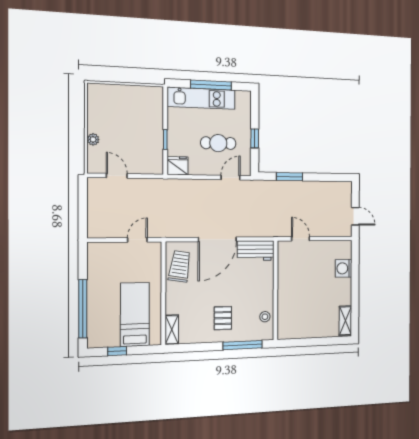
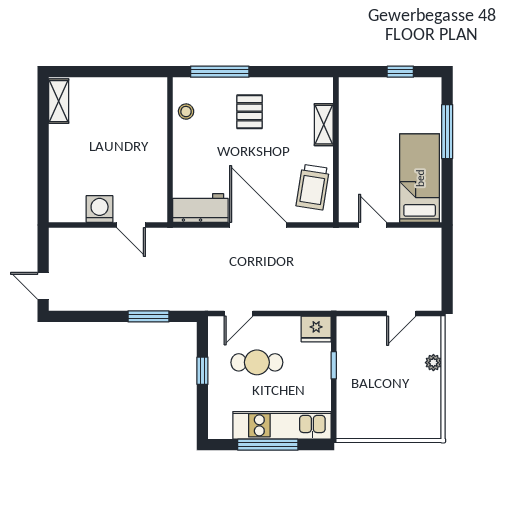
door: (117, 176) -> (401, 313), hinge flipped
door: (355, 216) -> (43, 286), moved
door: (217, 239) -> (258, 225), hinge flipped
door: (137, 240) -> (373, 225), swing flipped
washing machine: (344, 268) -> (100, 209), moved, turned -90
window: (83, 309) -> (447, 132), width x0.68
bed: (135, 314) -> (420, 178), moved, turned 180
shelving: (172, 330) -> (324, 125), moved

